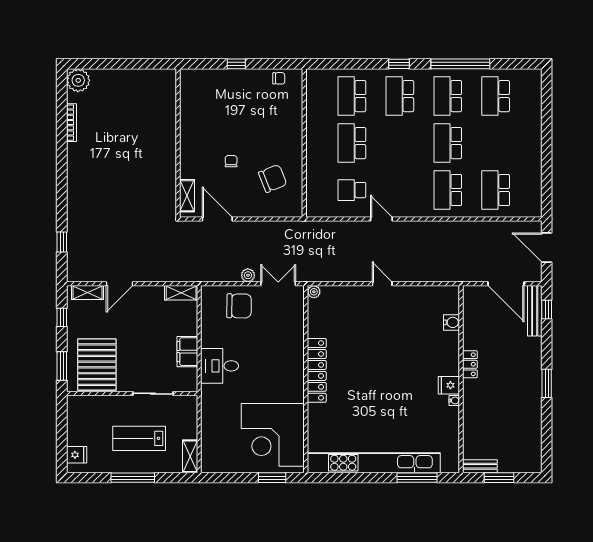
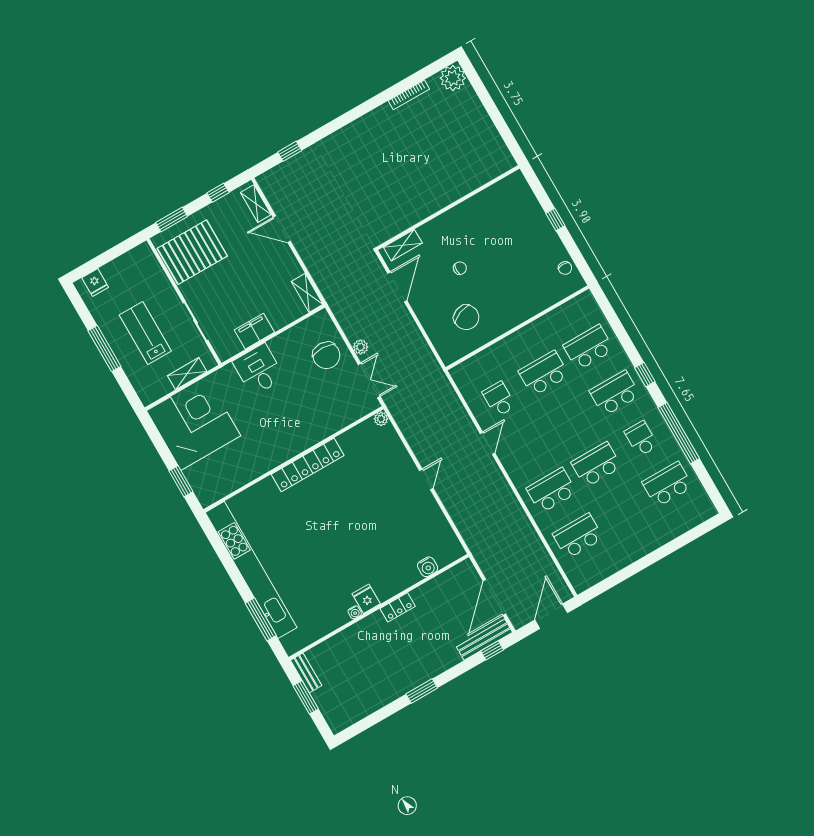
school desk: (448, 96) -> (641, 439), width x0.54
corner desk: (273, 435) -> (194, 423), moved, turned 90
shelving: (190, 456) -> (187, 374), moved

